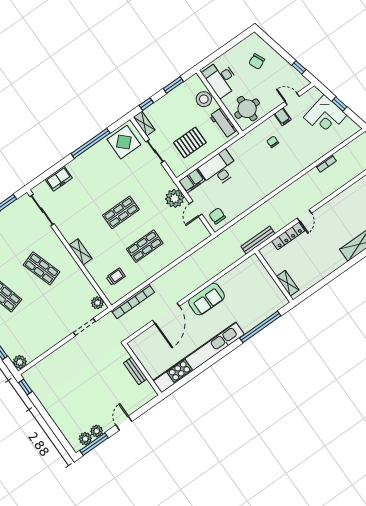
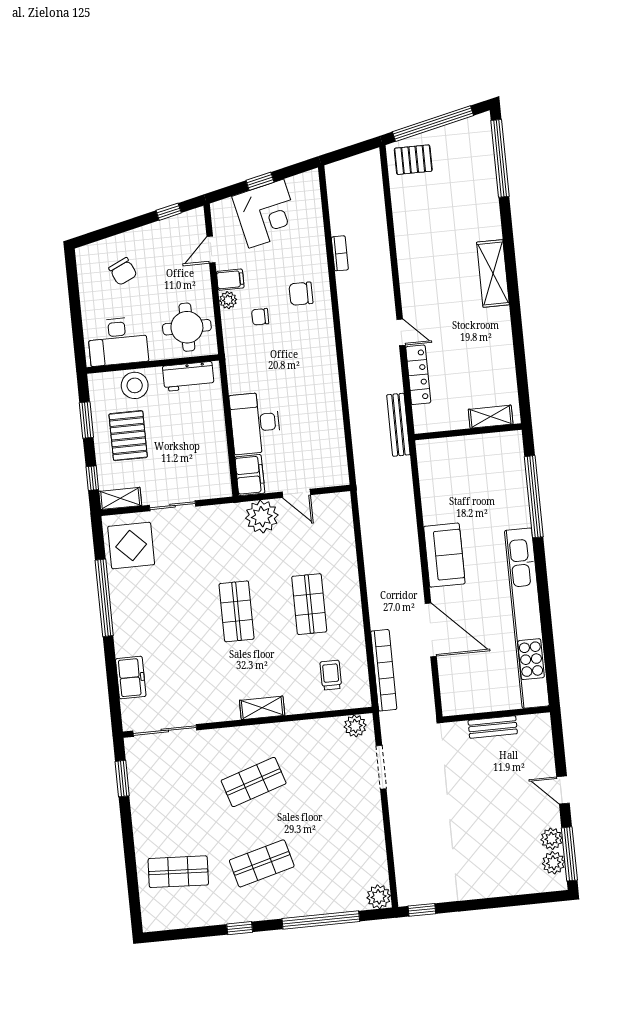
plant: (272, 121) -> (228, 300), added
pallet: (190, 143) -> (128, 436), moved
chair: (217, 216) -> (301, 294), moved

